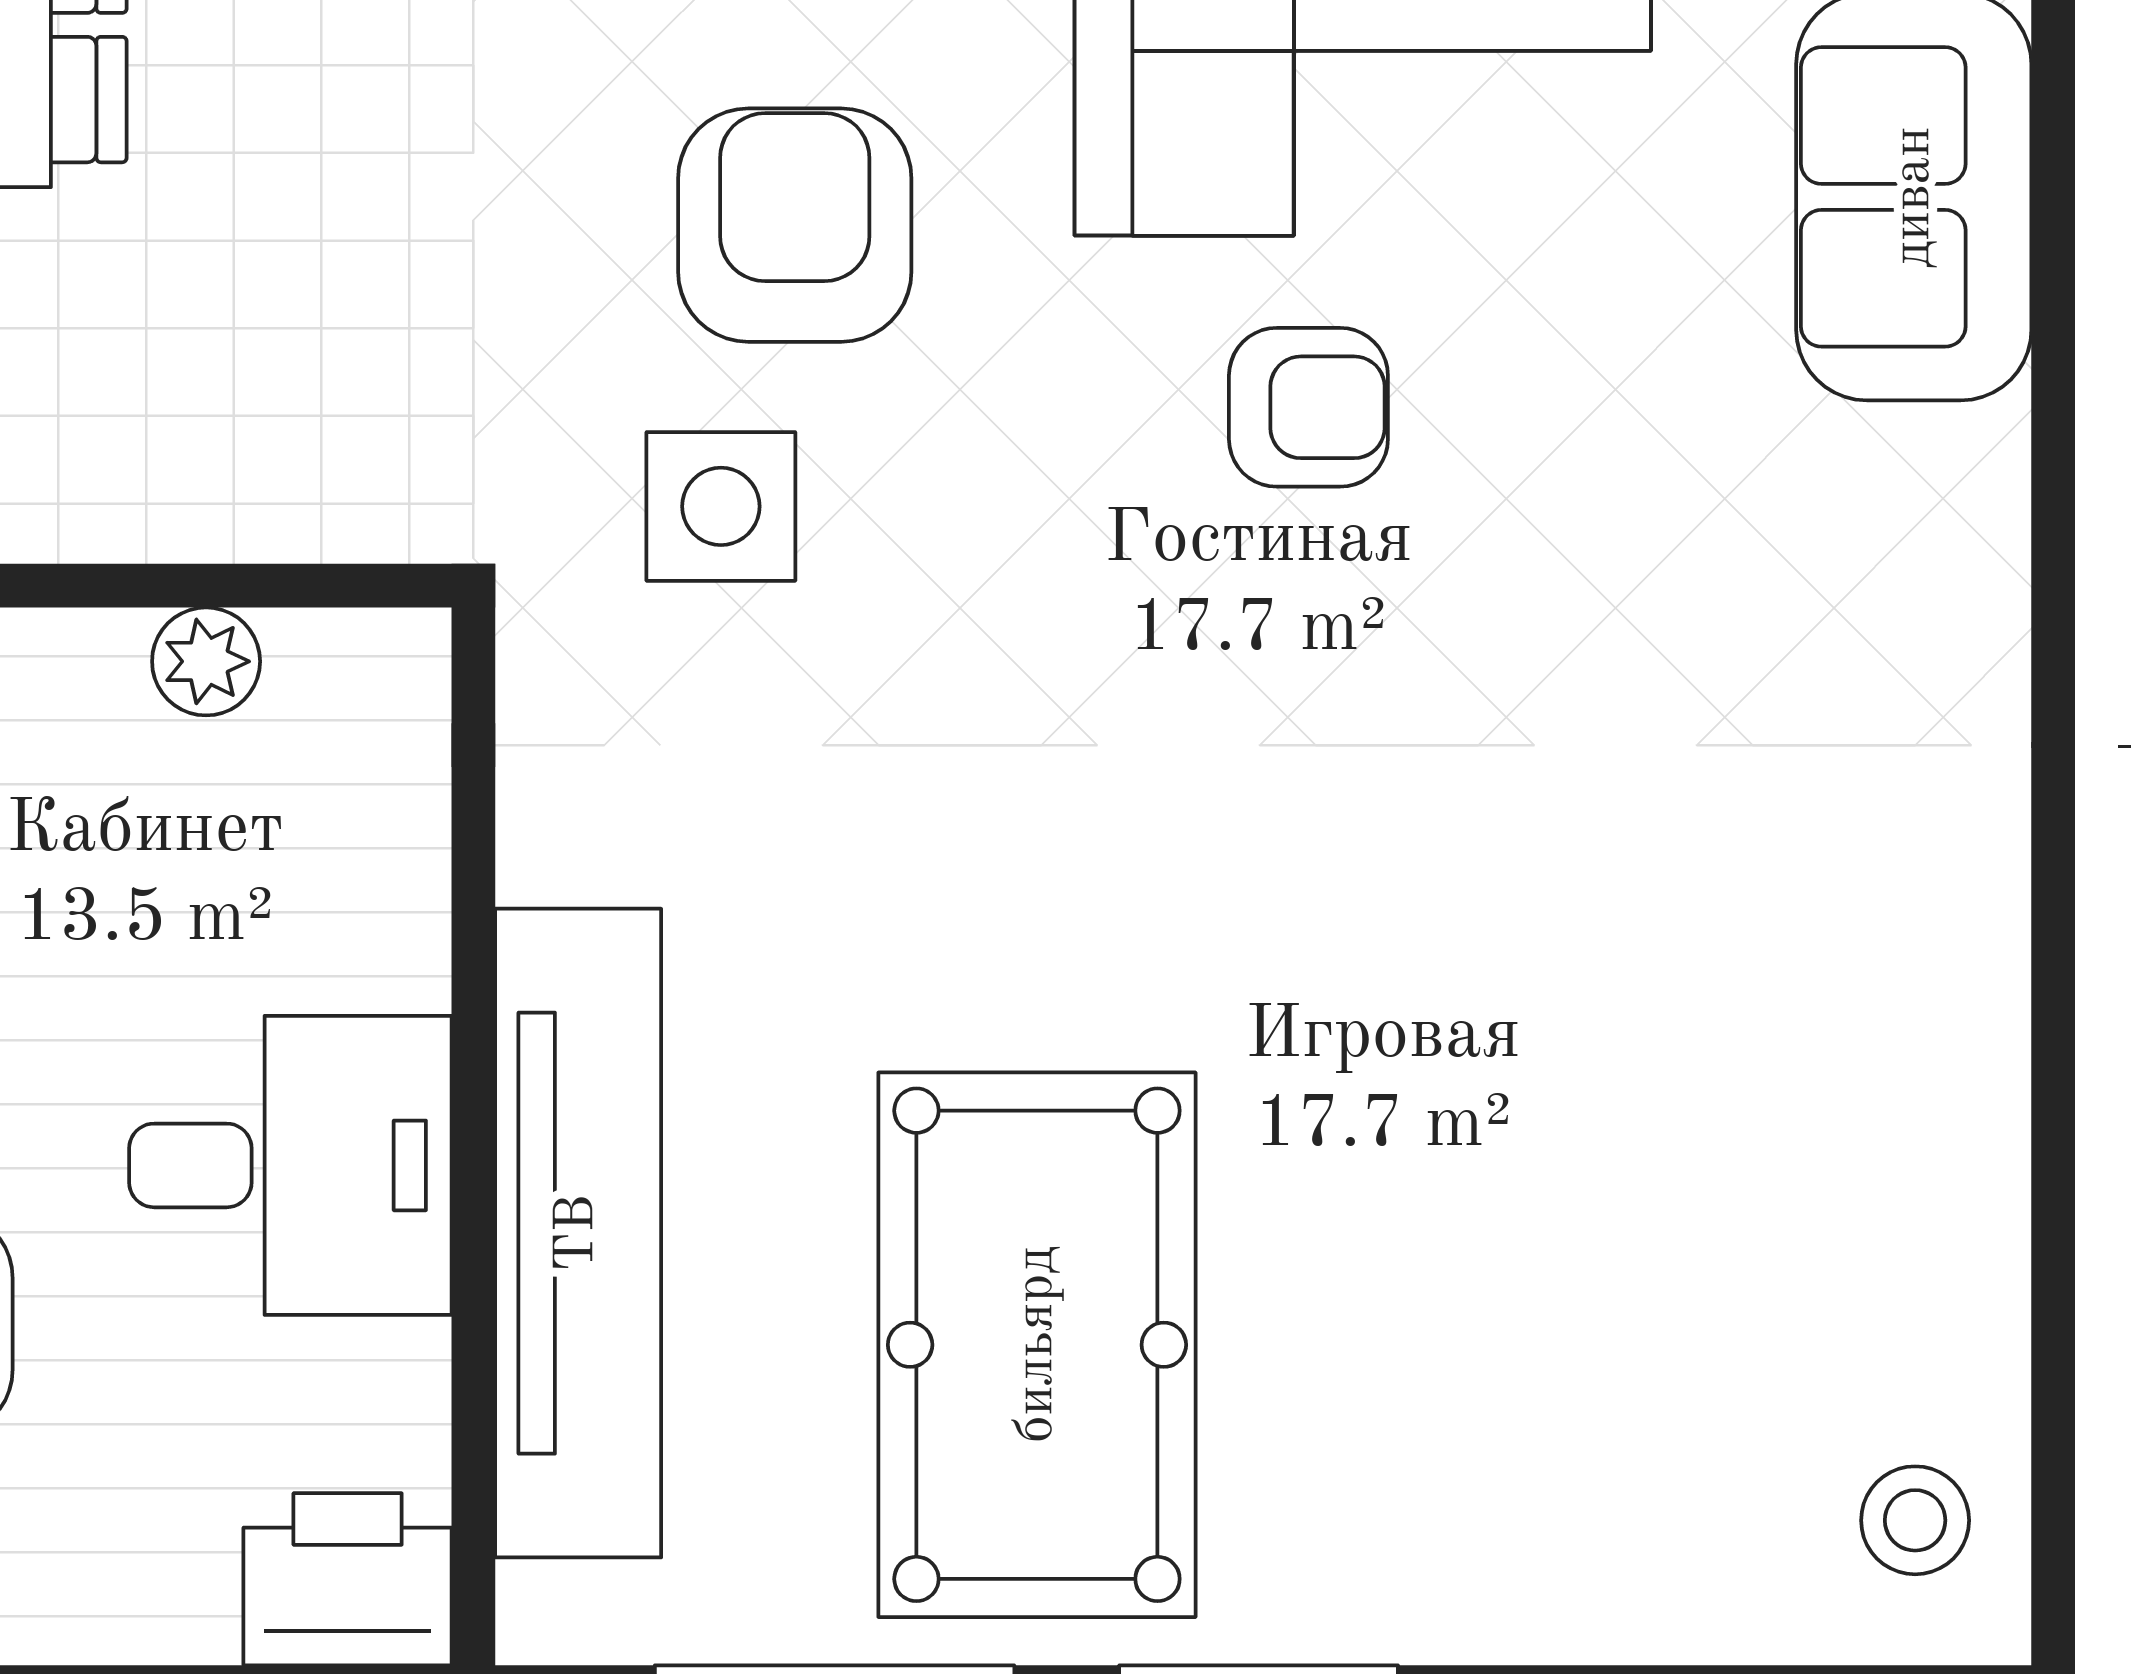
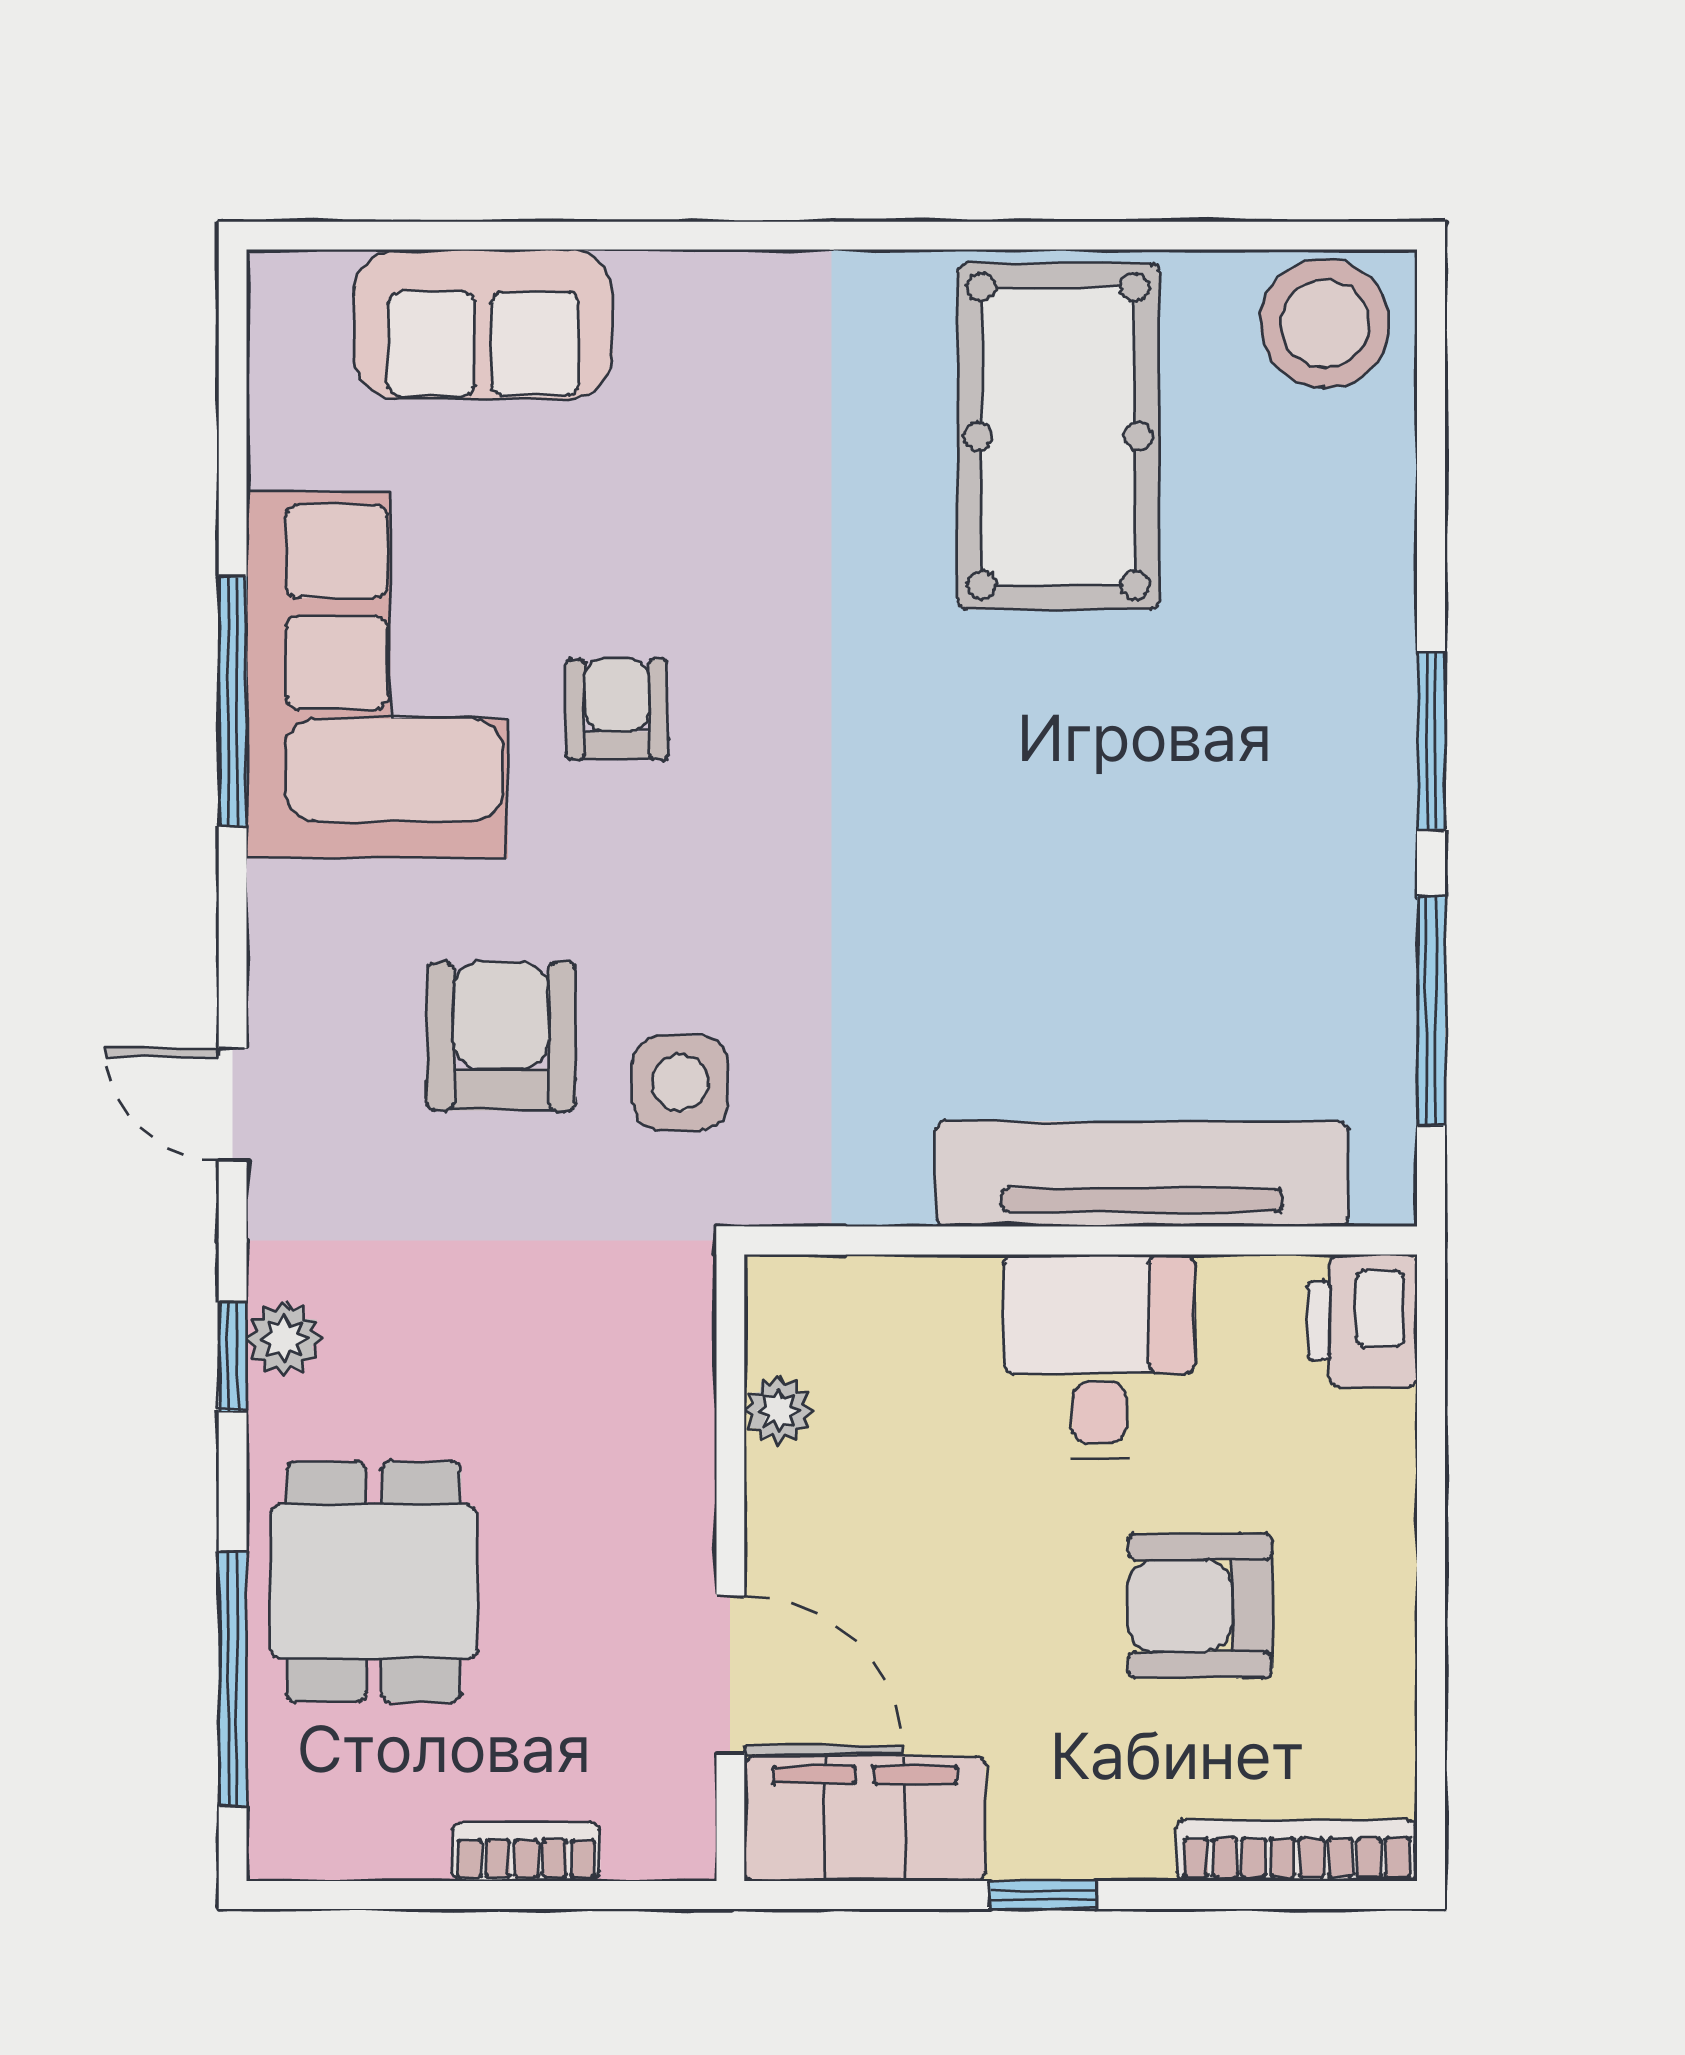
armchair: (795, 225) -> (501, 1036), turned 90
pool table: (1037, 1345) -> (1058, 436), moved, turned 90
stool: (1915, 1520) -> (1325, 323), width x1.89, depth x1.89

